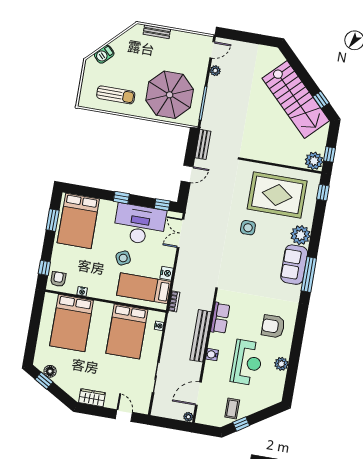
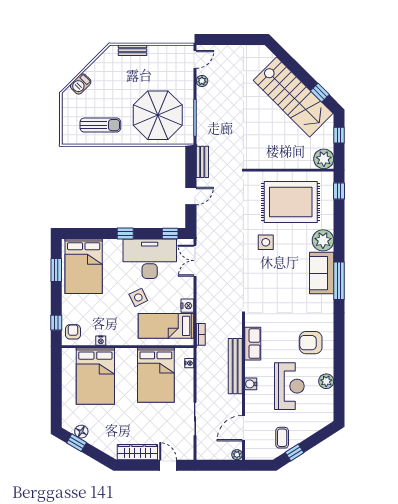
window: (330, 154) -> (339, 135), moved
wardrobe: (92, 398) -> (137, 452), width x1.50

